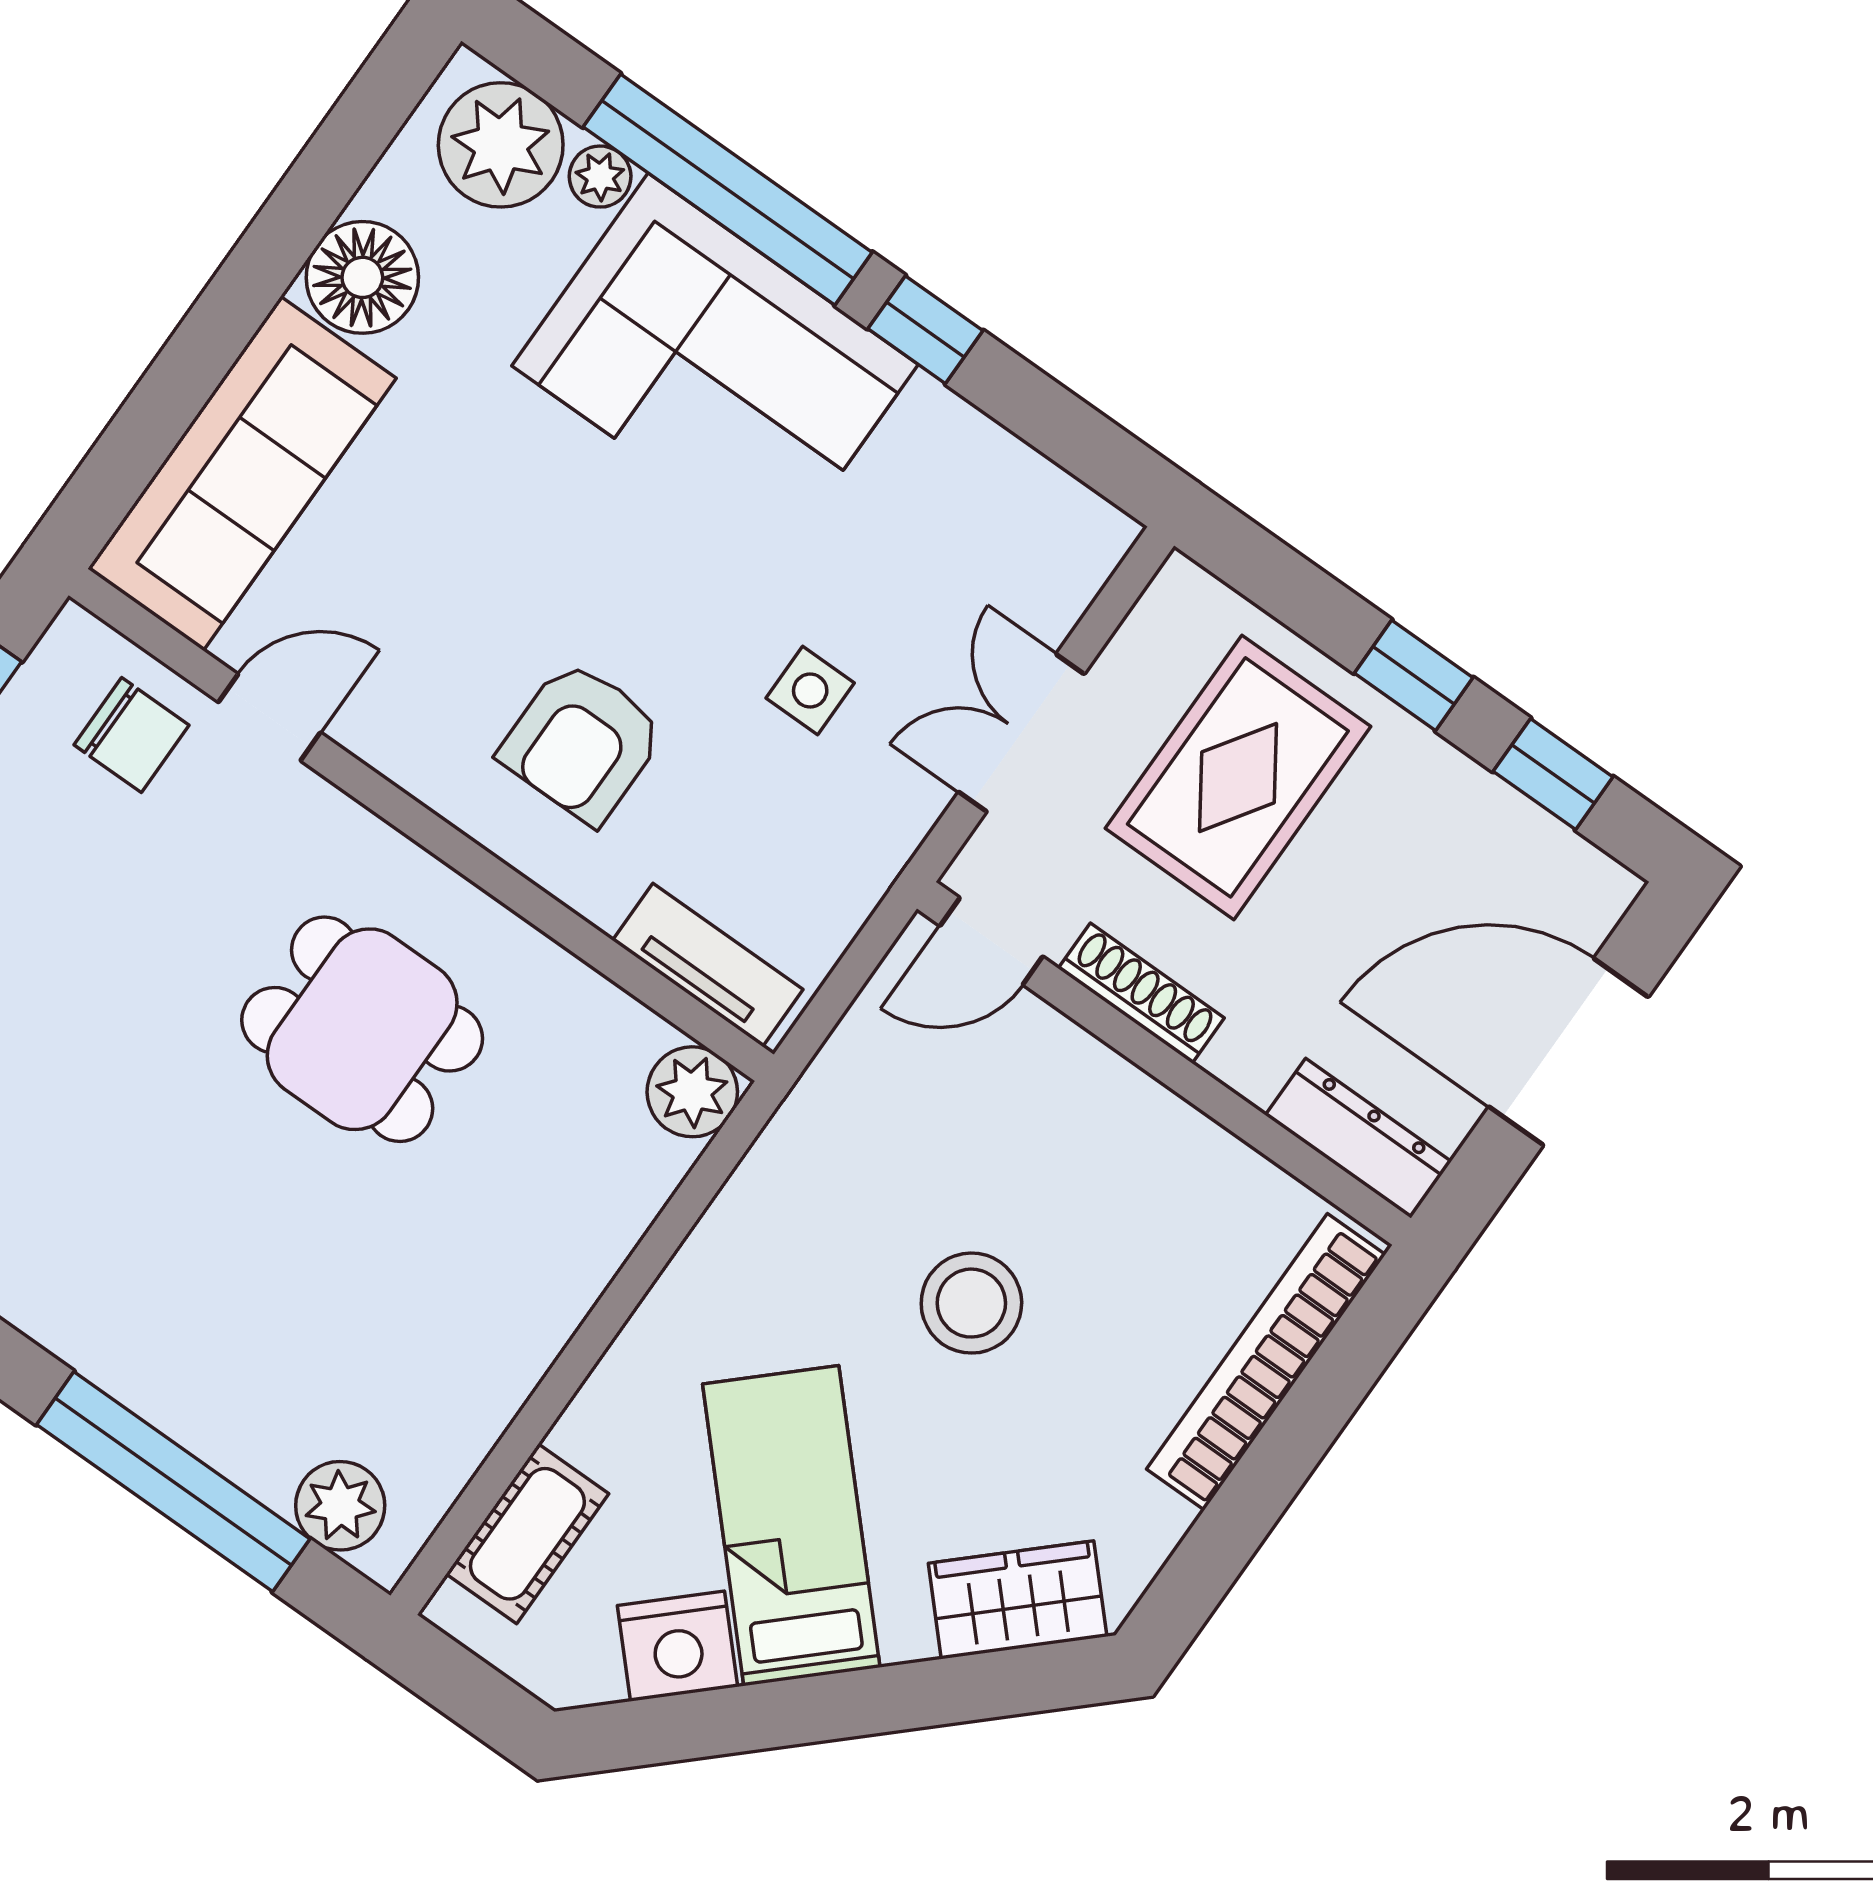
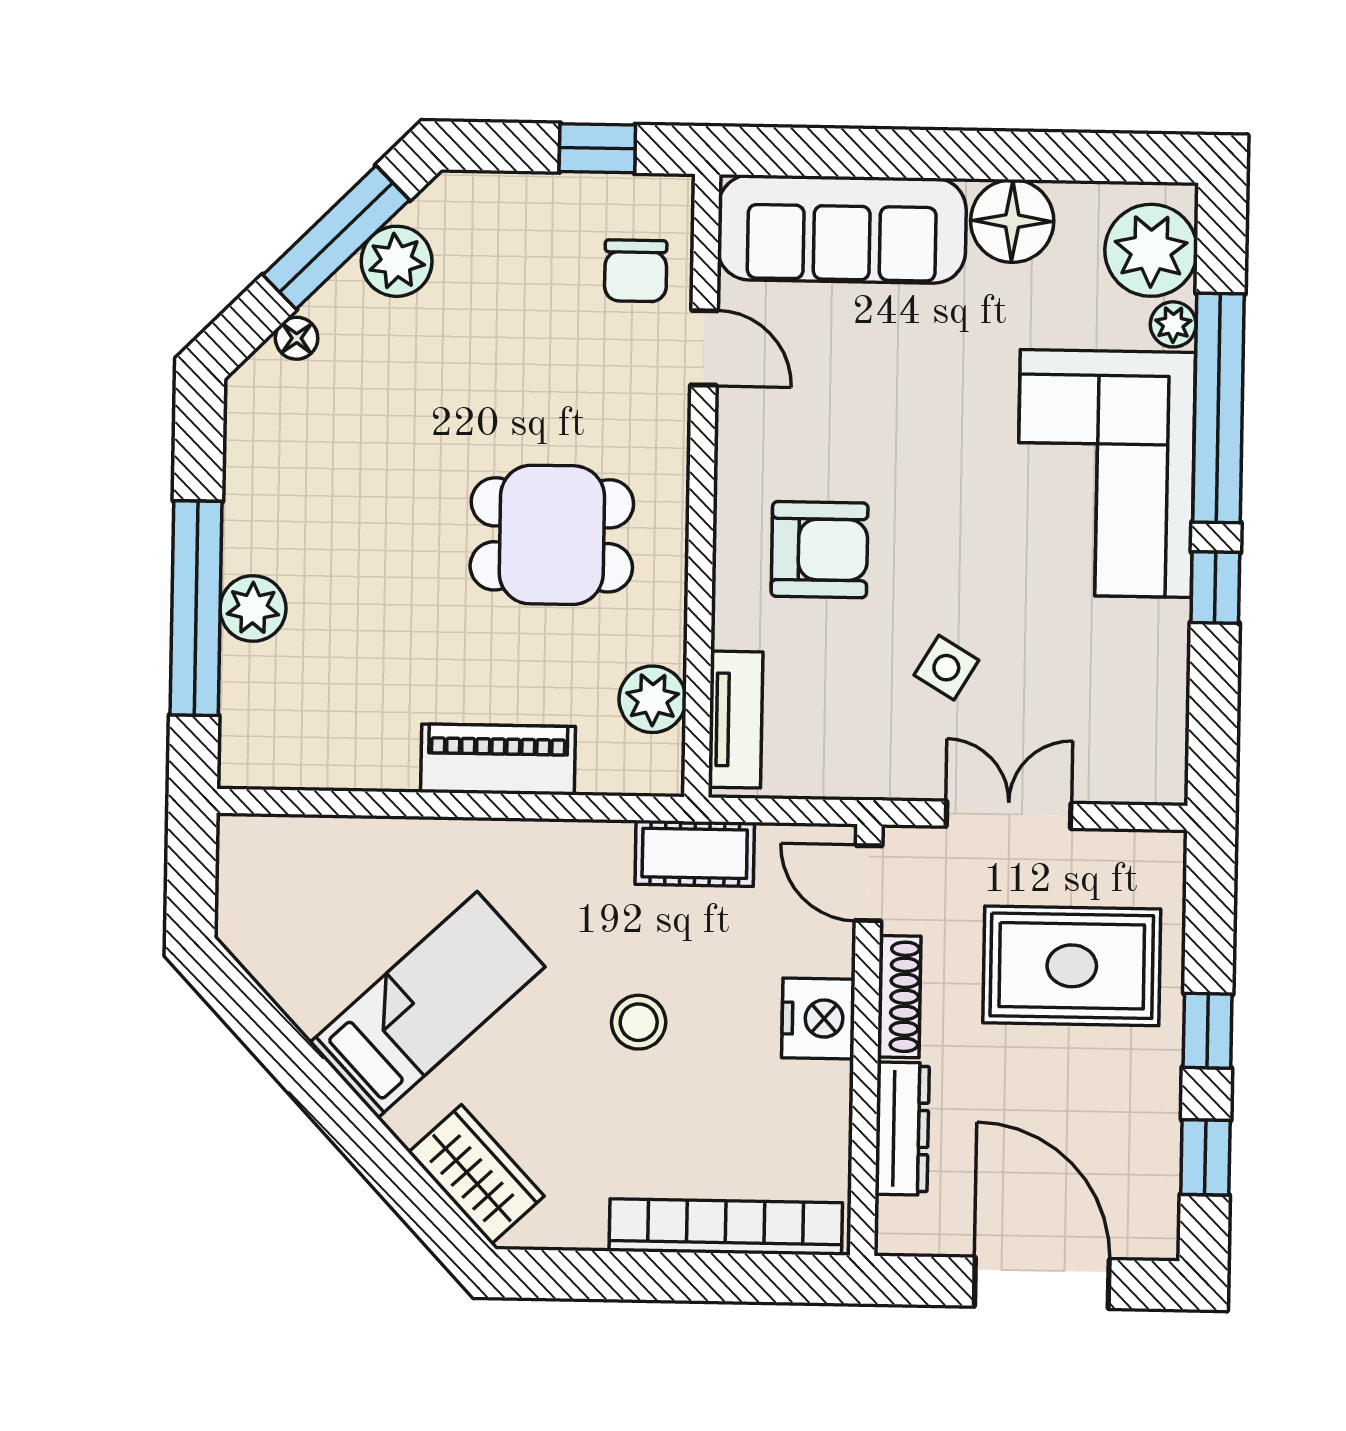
side table: (810, 691) -> (946, 668), turned 31
armchair: (582, 742) -> (820, 550), turned 180
dining table: (362, 1029) -> (552, 535), turned 90
plant: (692, 1092) -> (653, 699), moved
dresser: (1358, 1138) -> (902, 1129), moved
piano: (572, 1260) -> (498, 759), added
stool: (971, 1303) -> (639, 1022), width x0.73, depth x0.73
plant: (340, 1506) -> (253, 608), moved
cot: (527, 1534) -> (695, 853), moved
nightstand: (677, 1646) -> (818, 1018), moved, turned -137

